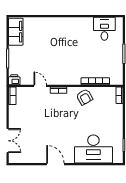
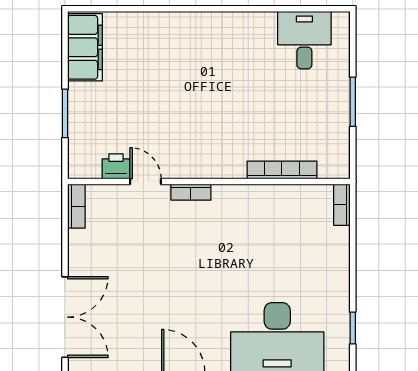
printer: (14, 80) -> (116, 166), moved
armchair: (84, 97) -> (255, 209), removed
double door: (8, 141) -> (65, 317), width x1.37

